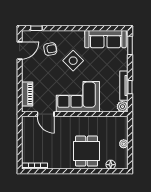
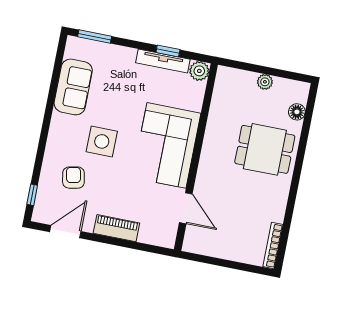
sofa: (105, 39) -> (73, 87), width x0.73
door: (20, 50) -> (65, 232), hinge flipped
side table: (73, 61) -> (102, 141), turned 45
piano: (27, 94) -> (116, 228), moved
door: (46, 114) -> (186, 208), hinge flipped

